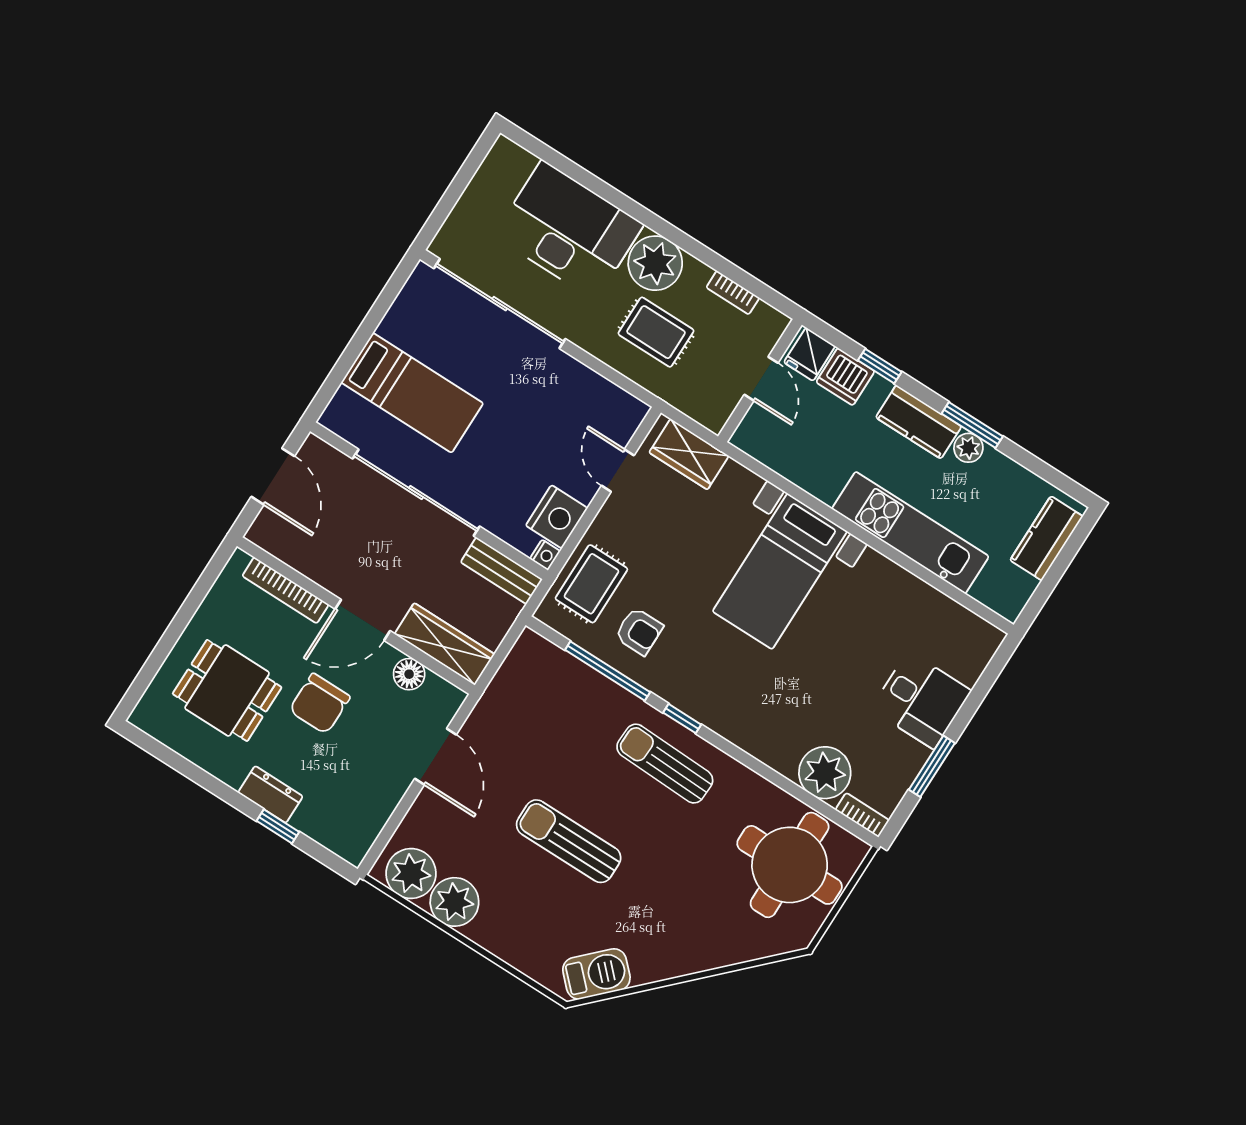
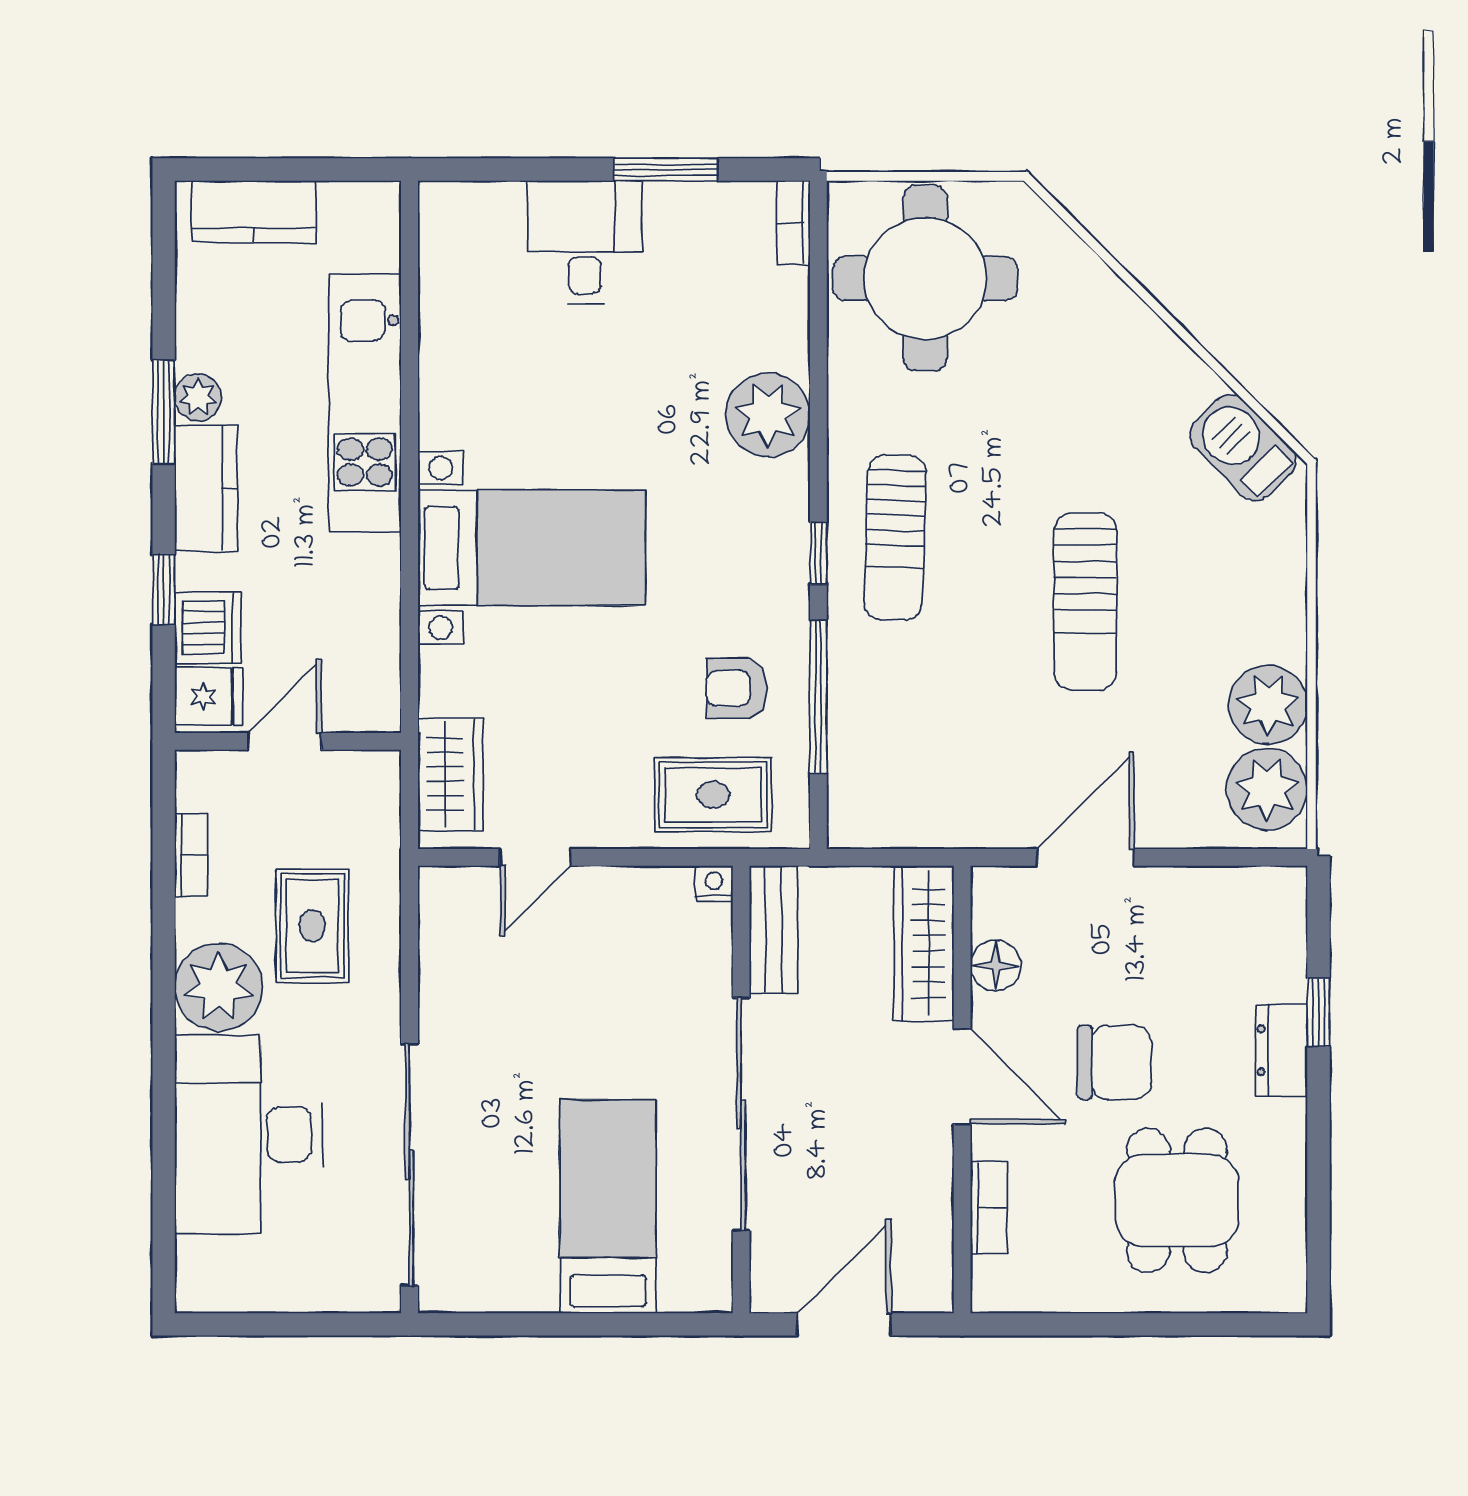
nightstand: (557, 517) -> (652, 901), removed
bookcase: (285, 590) -> (989, 1208), width x0.64
armchair: (639, 631) -> (737, 688), turned -90
plant: (825, 773) -> (768, 415), moved

